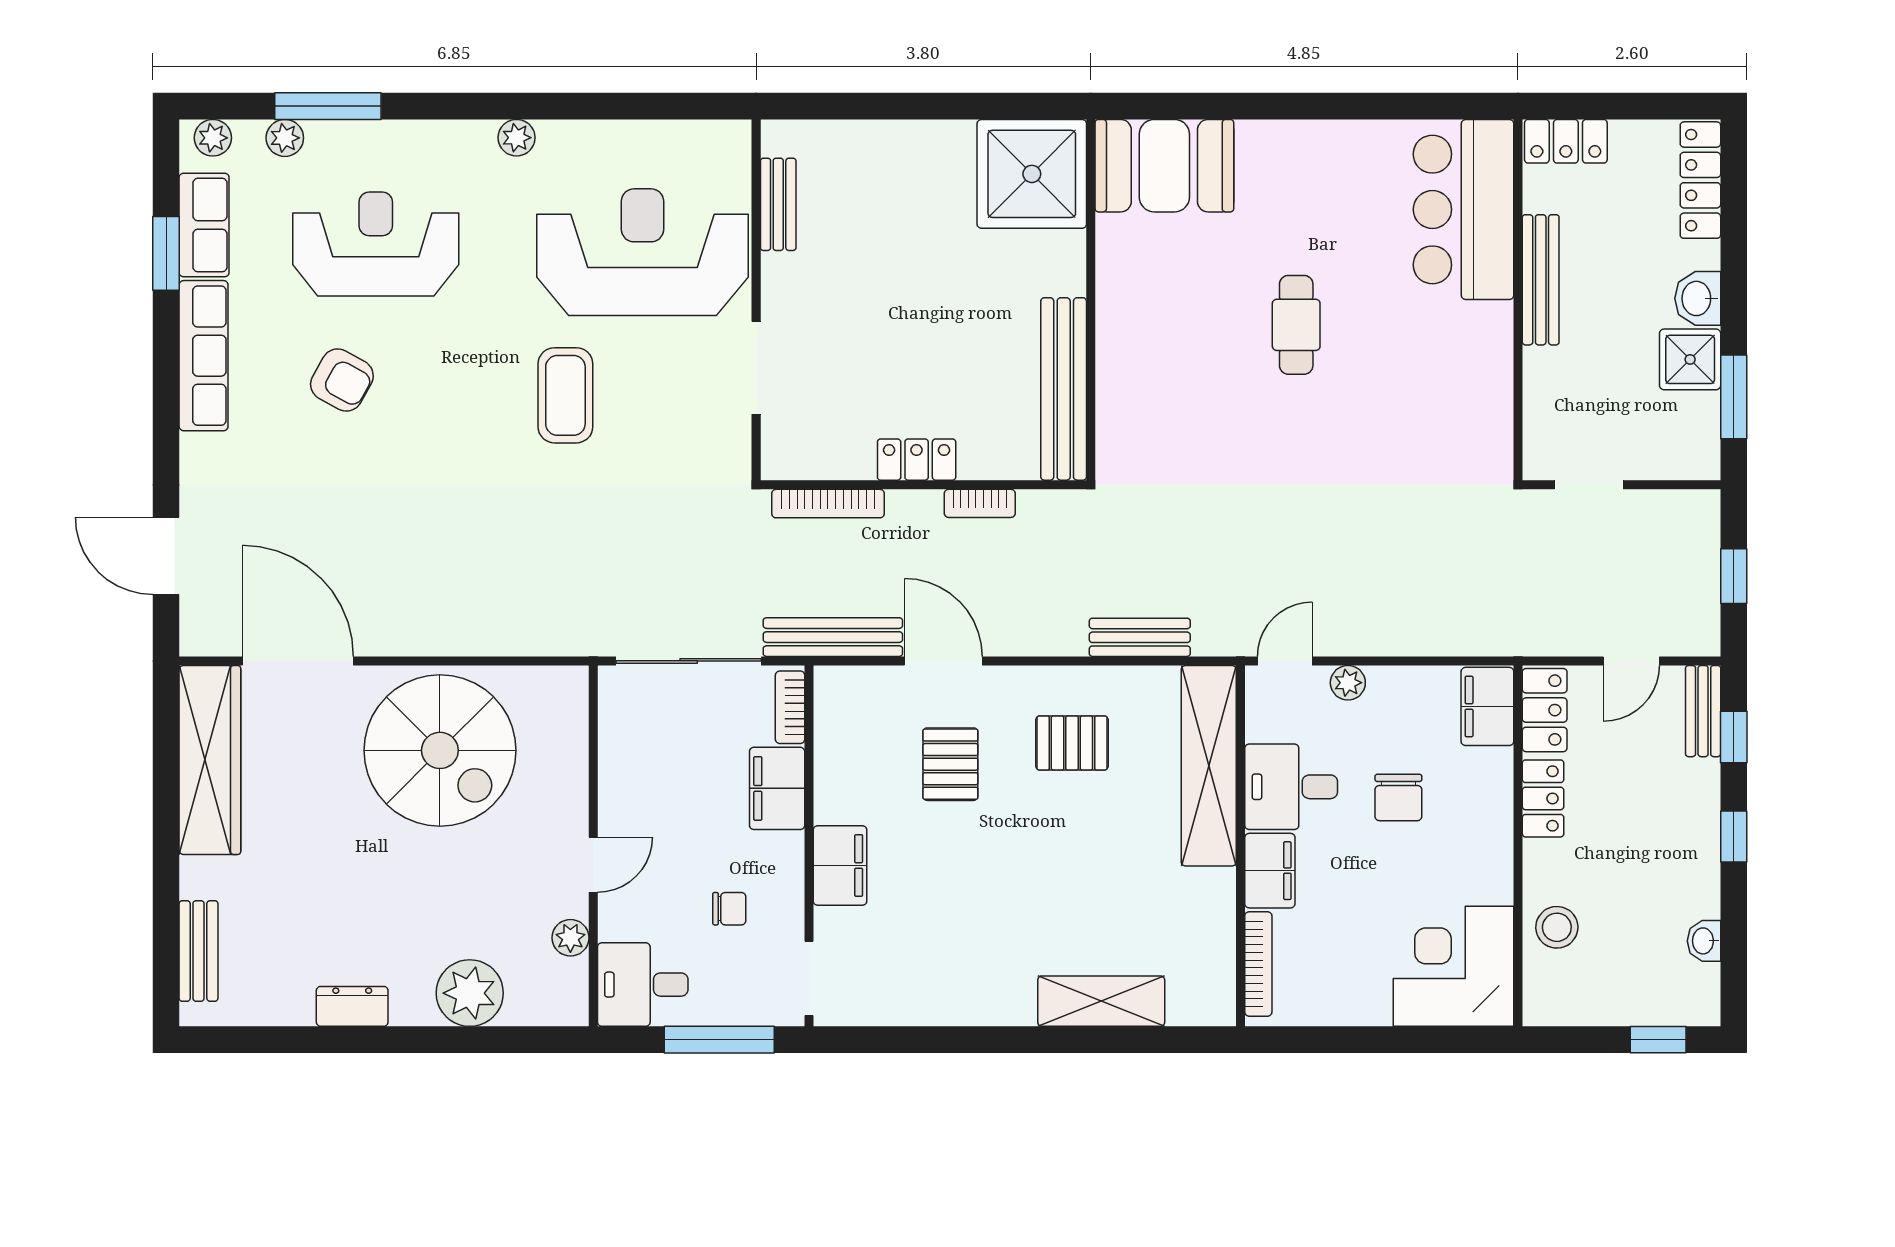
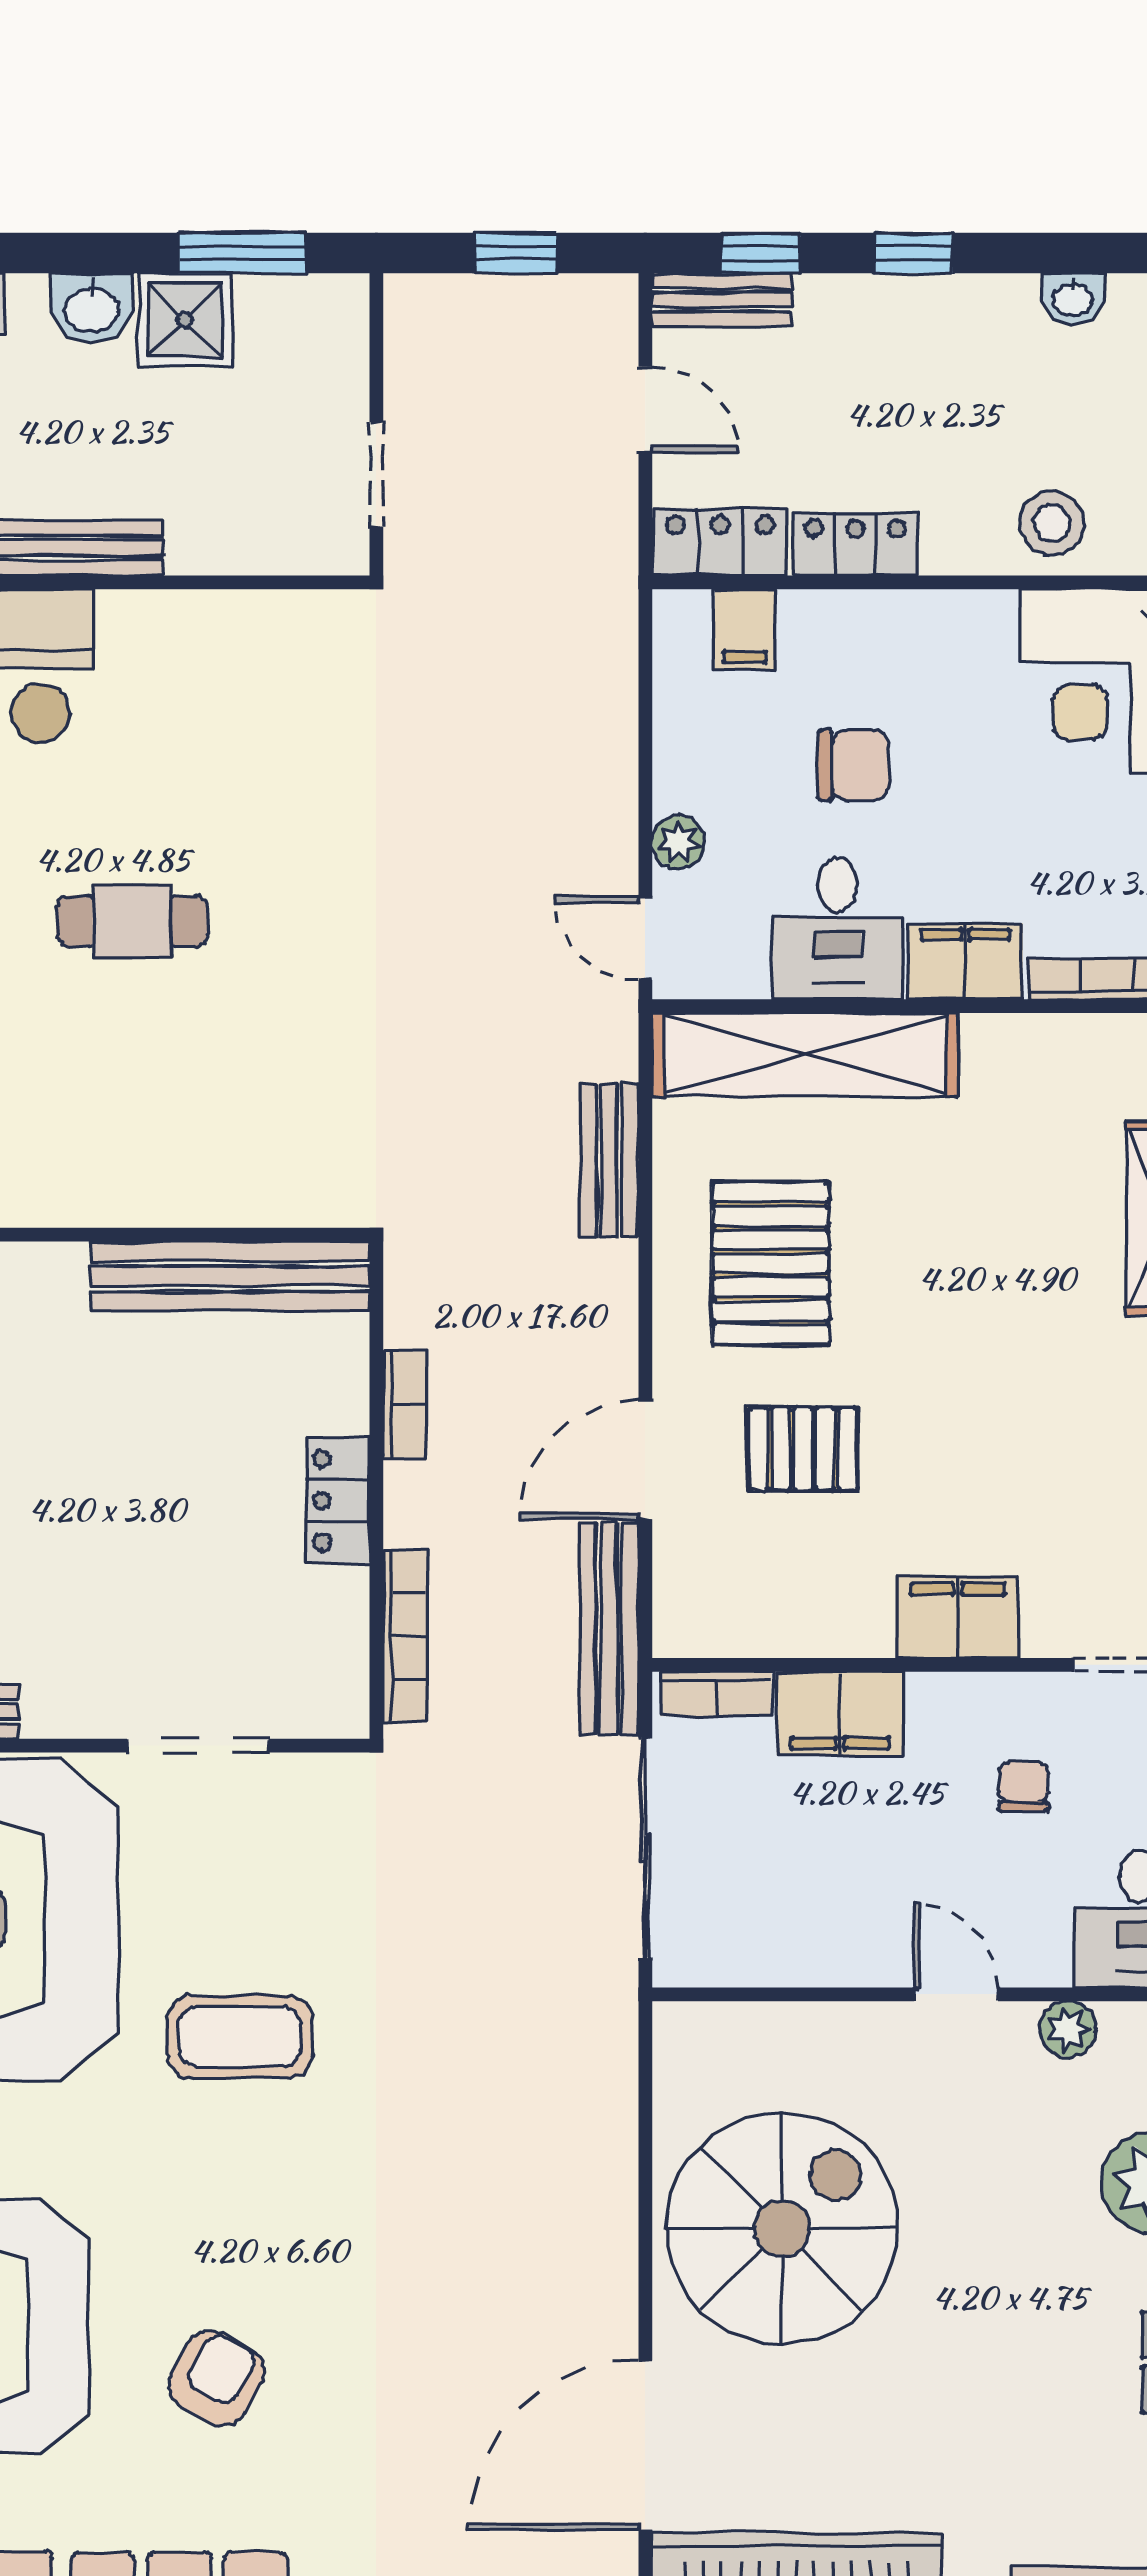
filing cabinet: (1487, 706) -> (745, 629), width x0.50
pallet: (1072, 743) -> (771, 1263), width x1.50, depth x1.42

